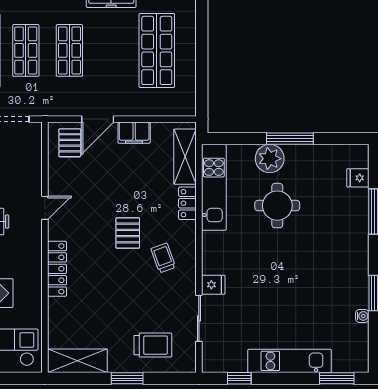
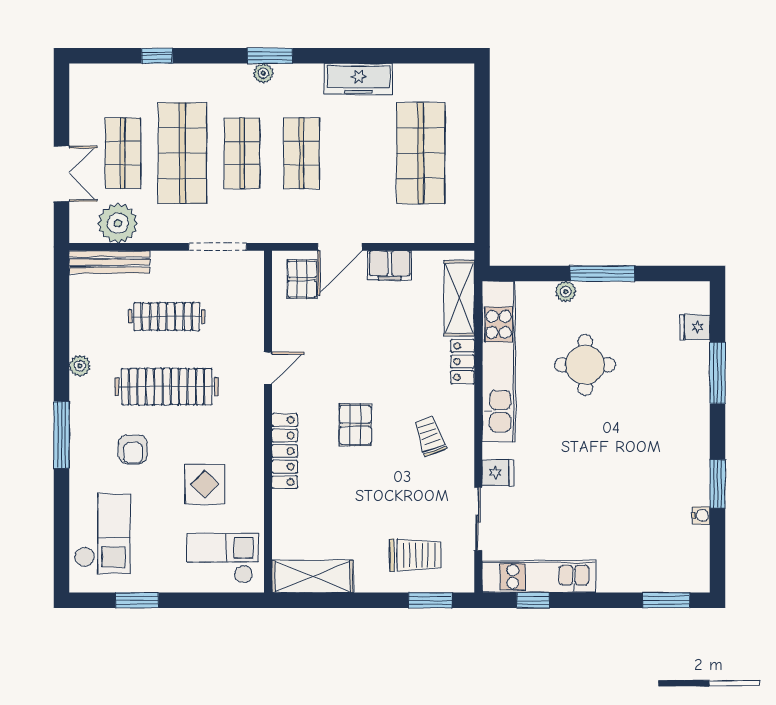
plant: (270, 159) -> (566, 292), width x0.53, depth x0.53
kitchen unit: (214, 187) -> (499, 361), width x1.36
pallet: (128, 233) -> (355, 425), moved
kitchen unit: (289, 361) -> (539, 577), moved
window: (127, 378) -> (430, 600), moved

